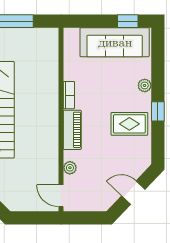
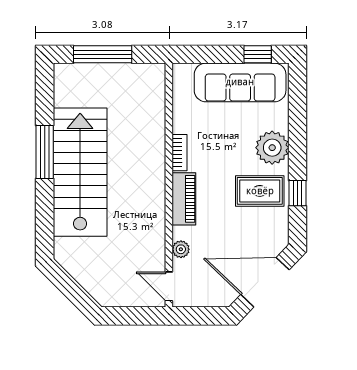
plant: (145, 85) -> (272, 148), width x1.88, depth x1.88
window: (158, 111) -> (297, 193), moved
door: (133, 193) -> (265, 282), width x1.88

